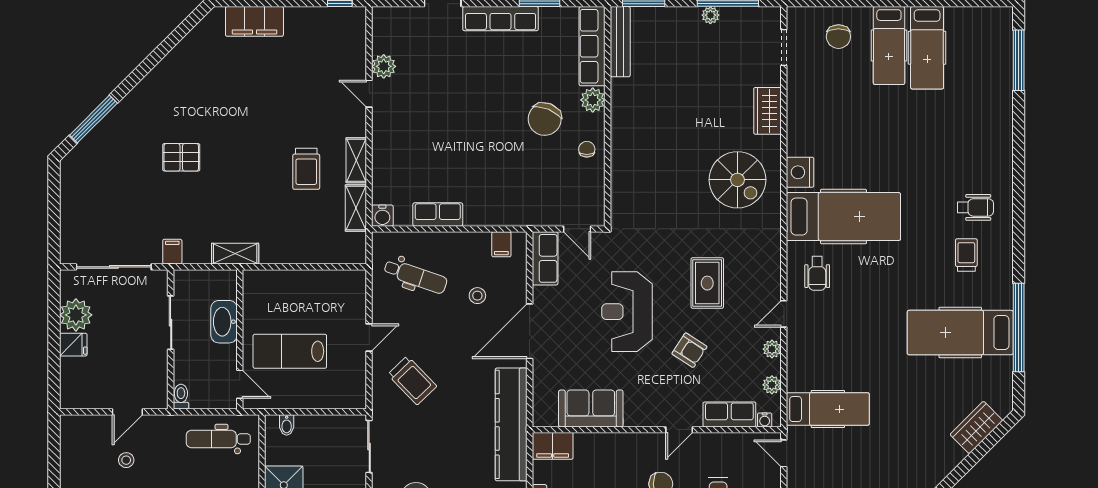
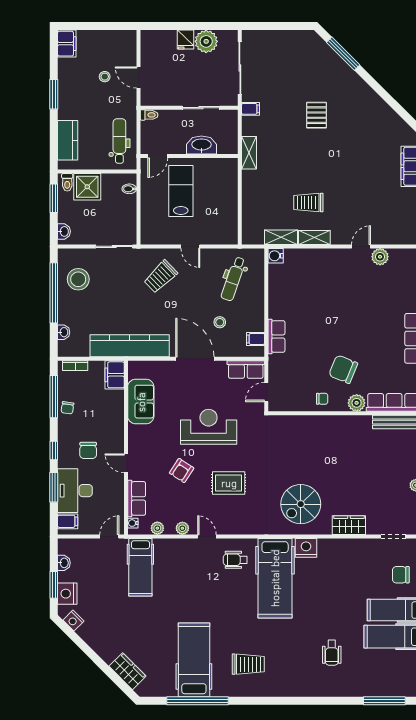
wheelchair: (975, 207) -> (332, 653), moved
row of seats: (438, 214) -> (276, 336), moved
trolley: (966, 255) -> (248, 664), width x1.36, depth x1.39

